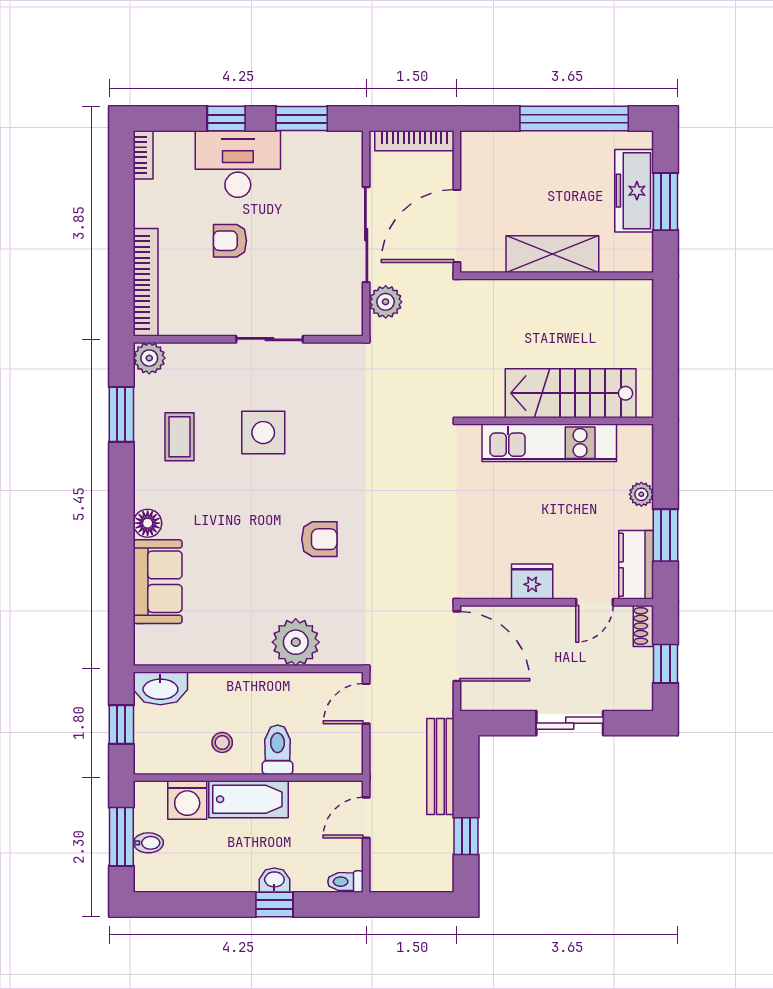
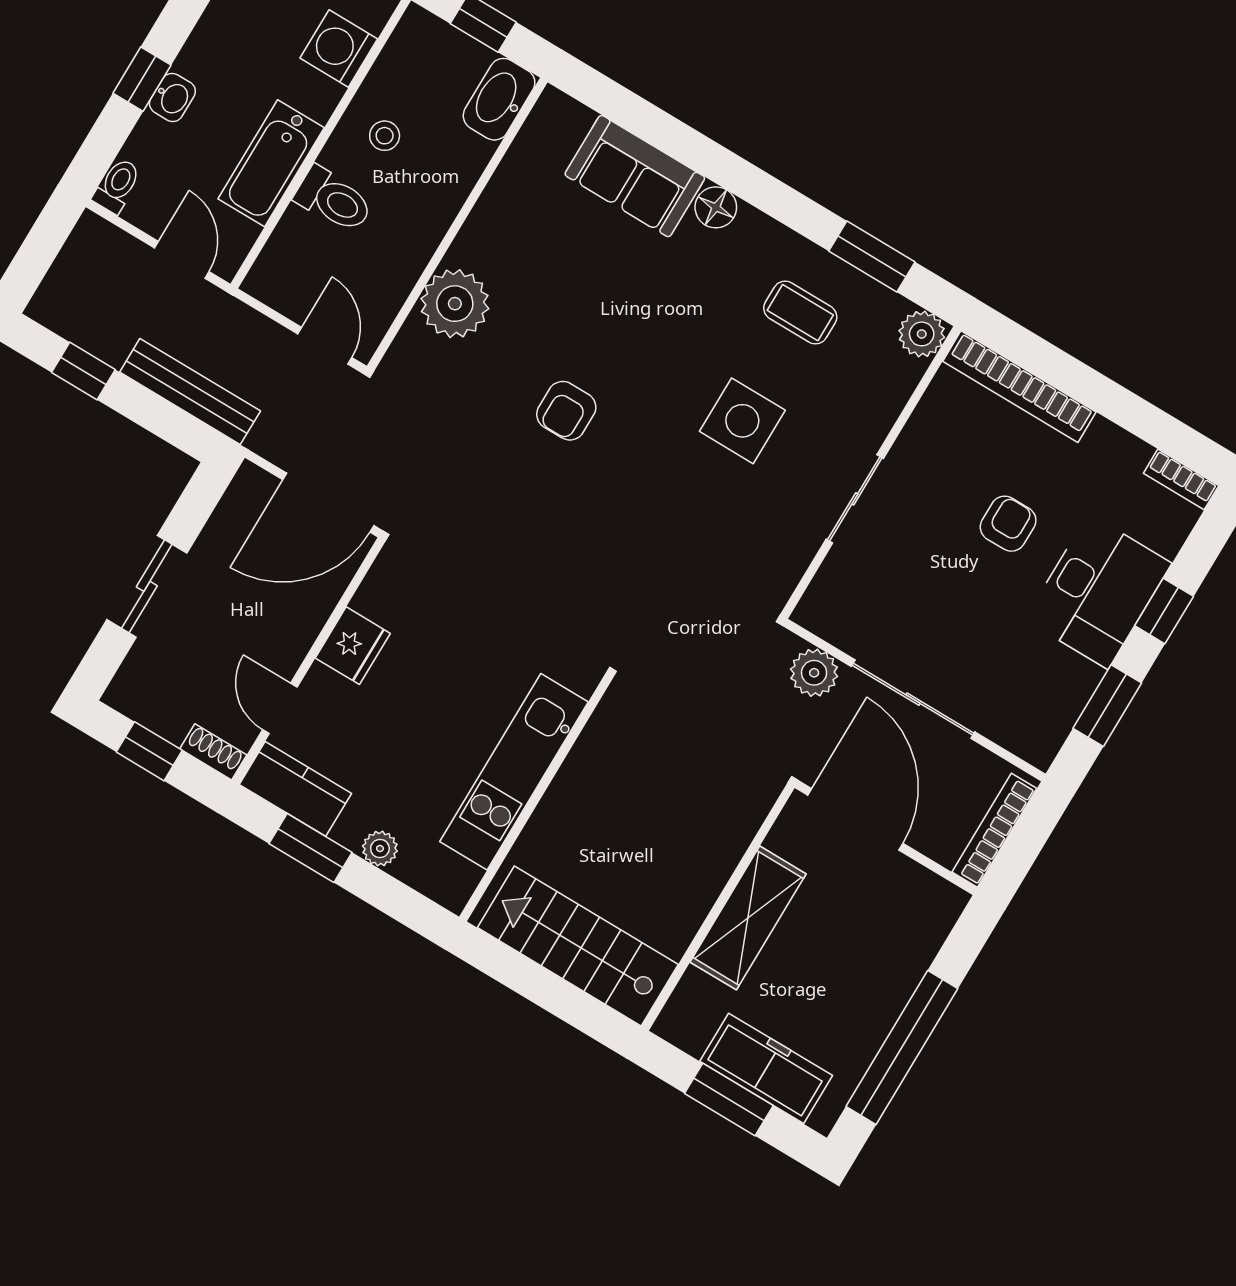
stairs: (571, 393) -> (578, 946), moved, turned -90
bathtub: (249, 799) -> (271, 163), moved

